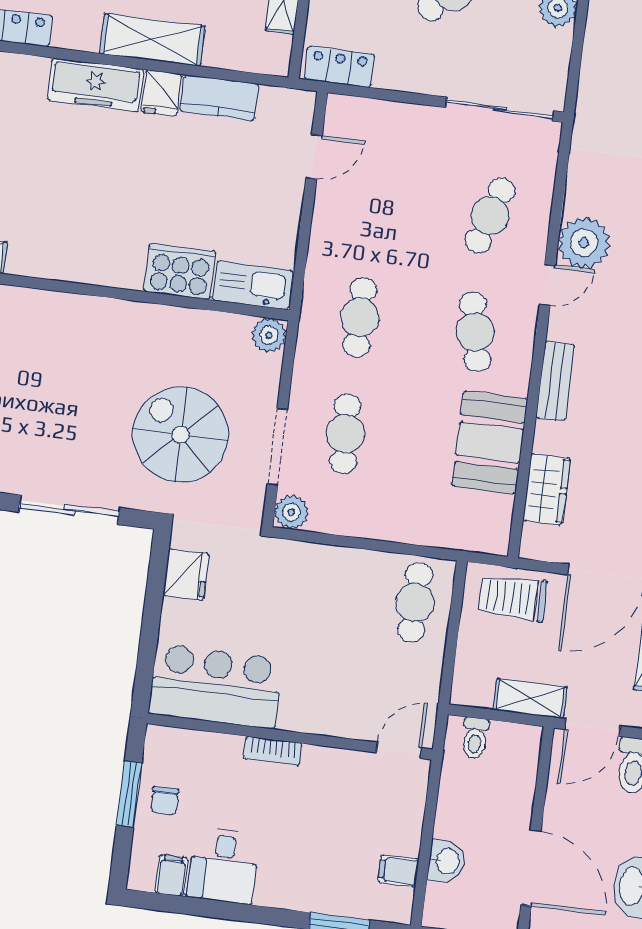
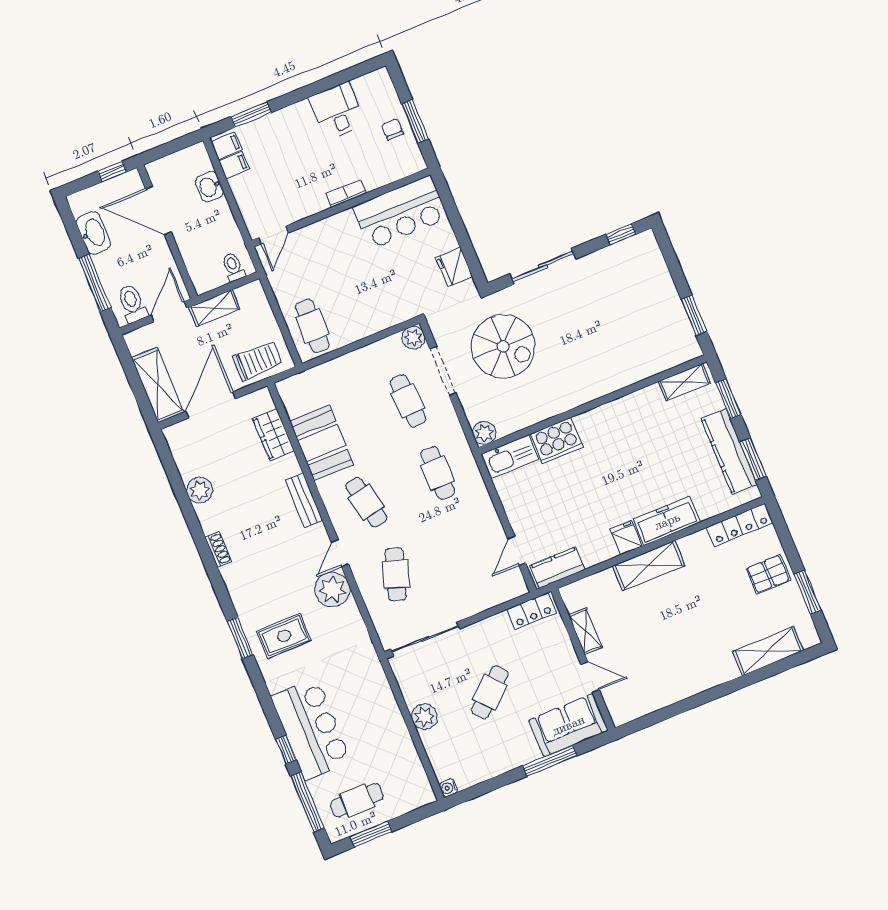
kitchen counter: (219, 98) -> (557, 568), moved
filing cabinet: (172, 875) -> (226, 146), moved, turned -90

